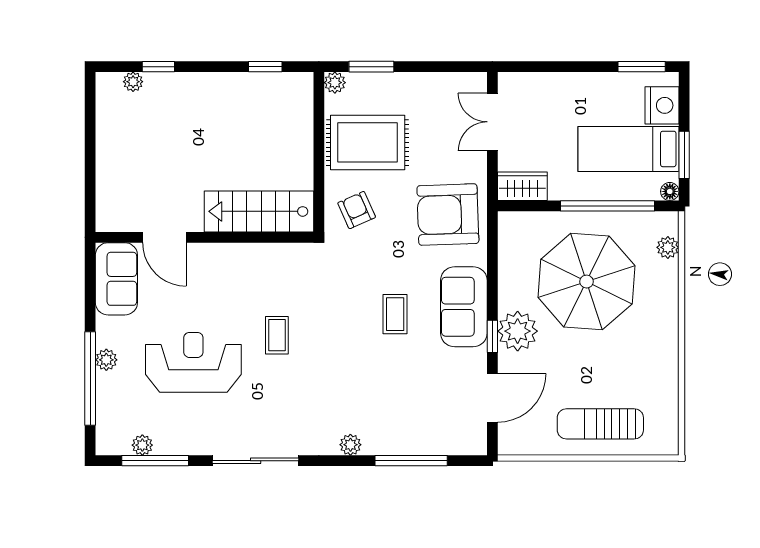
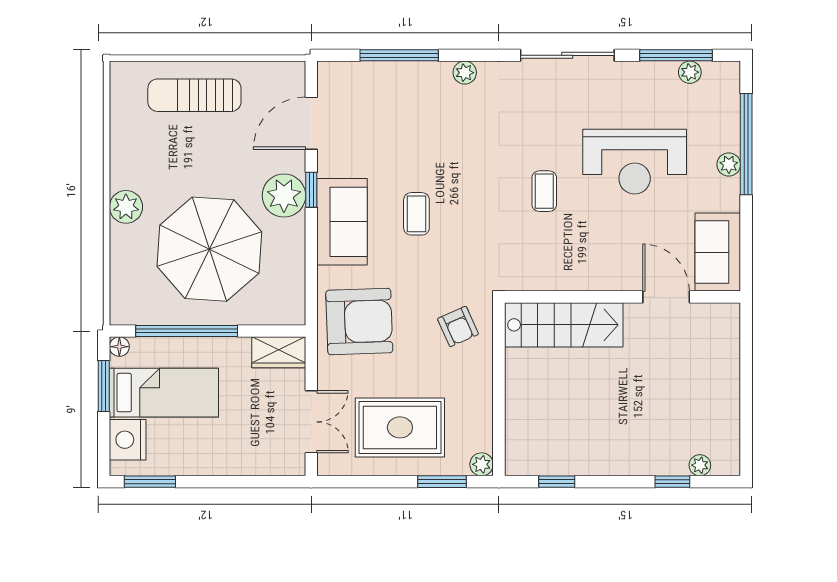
rug: (368, 142) -> (400, 427), moved
plant: (668, 247) -> (126, 207), moved, width x1.38, depth x1.38
sun lounger: (600, 424) -> (194, 95), turned 180

